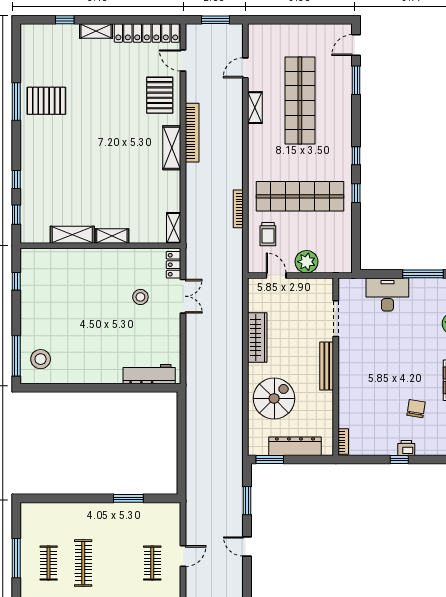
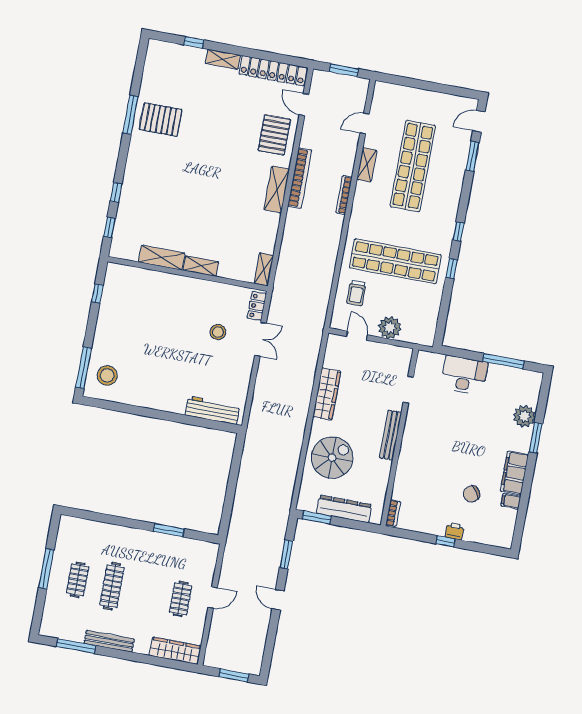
bookcase: (238, 209) -> (344, 195), moved
doorway: (336, 319) -> (408, 390), width x0.73
chair: (416, 409) -> (471, 494), turned -133

